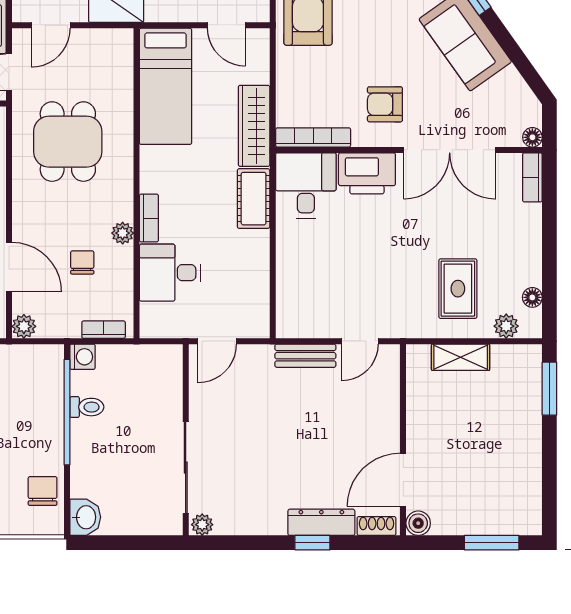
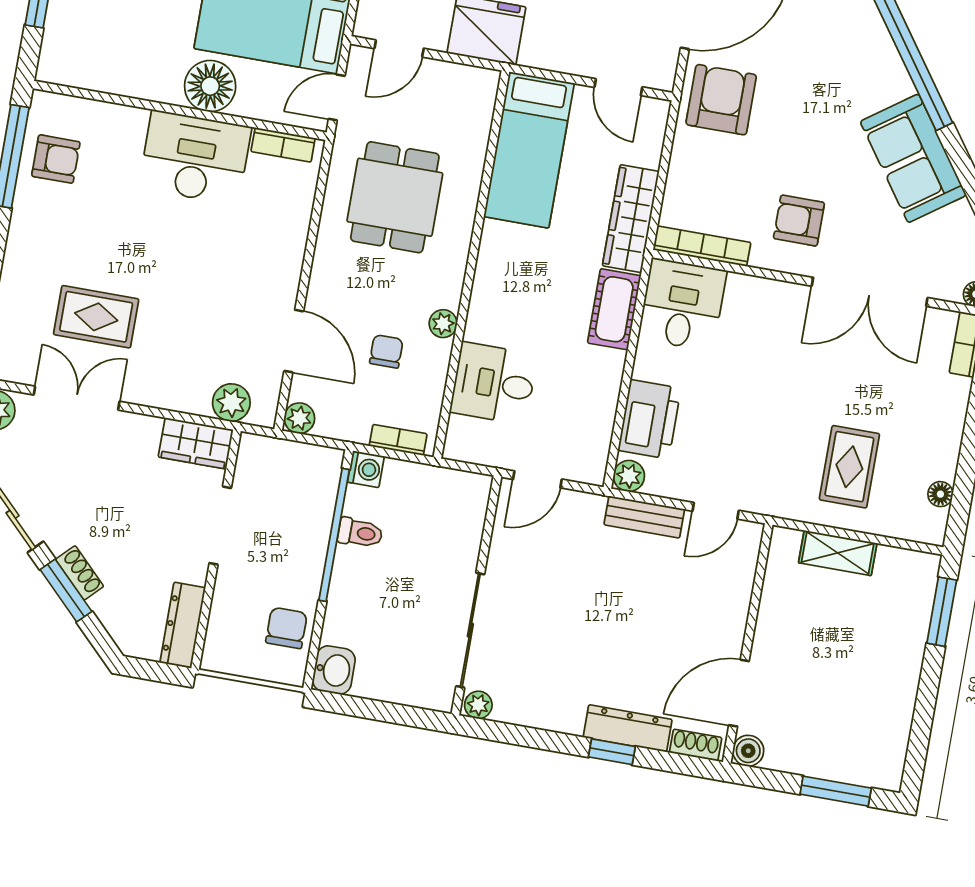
printer: (367, 173) -> (649, 419), moved, turned -90
bookcase: (149, 218) -> (479, 311), removed
plant: (506, 326) -> (629, 476), moved

